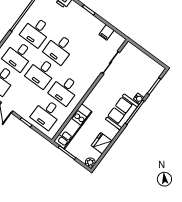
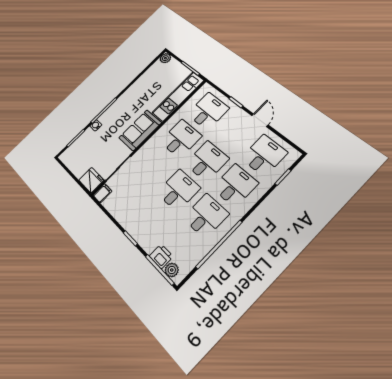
filing cabinet: (107, 32) -> (102, 193), moved
sofa: (122, 112) -> (140, 130), moved, turned 180
fridge: (102, 143) -> (91, 180), moved, turned -90

